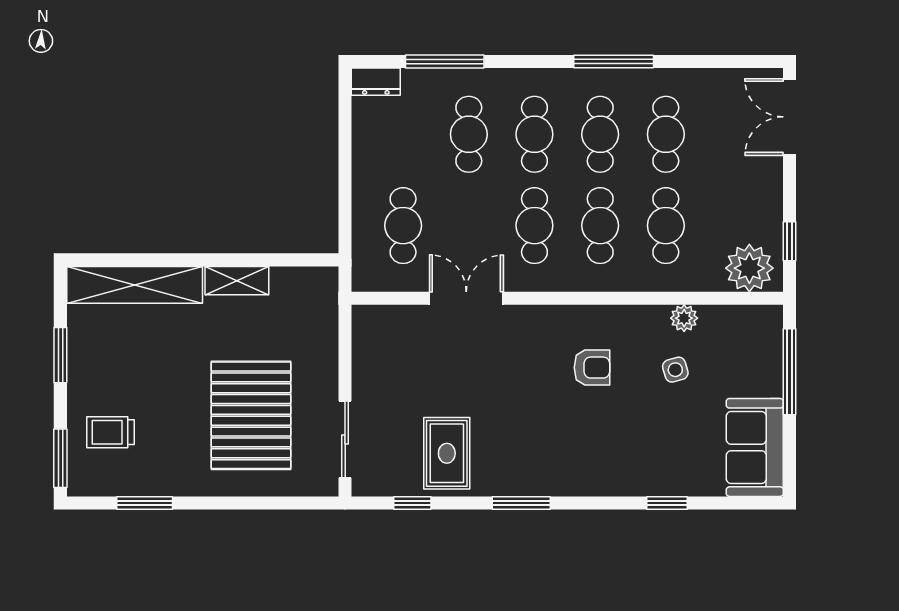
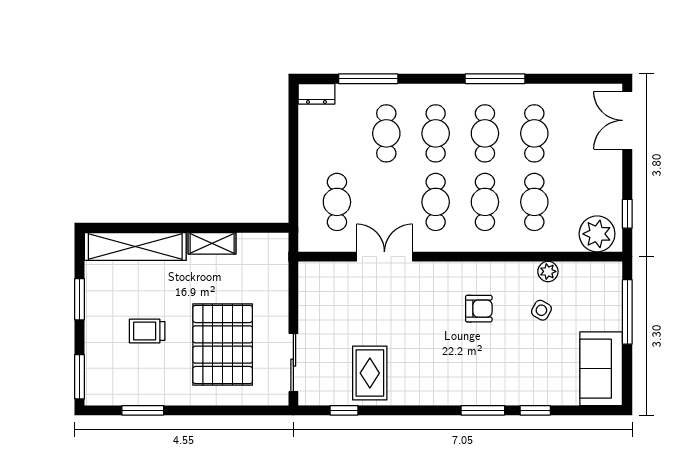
side table: (675, 370) -> (541, 310), turned 45
trolley: (110, 432) -> (147, 331), moved
window: (521, 503) -> (483, 410), moved

